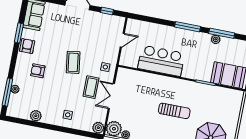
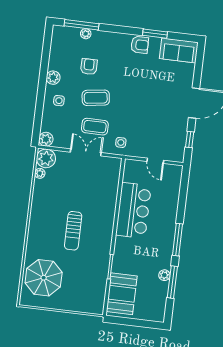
coffee table: (73, 62) -> (96, 98), moved
armchair: (38, 71) -> (89, 67), moved
plant: (36, 116) -> (53, 78), moved

